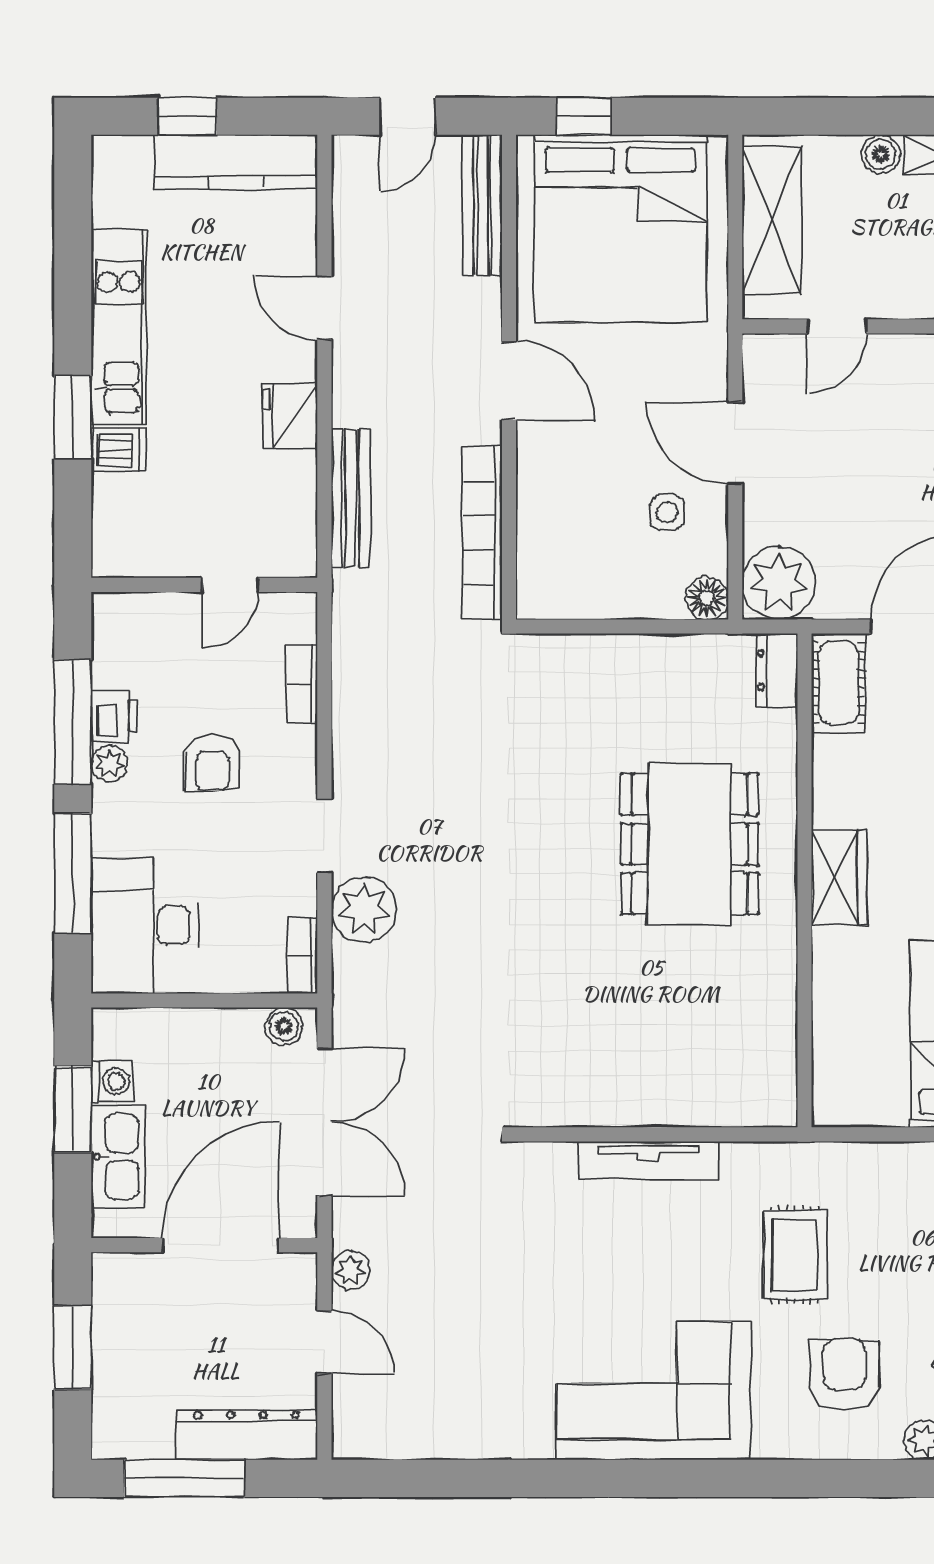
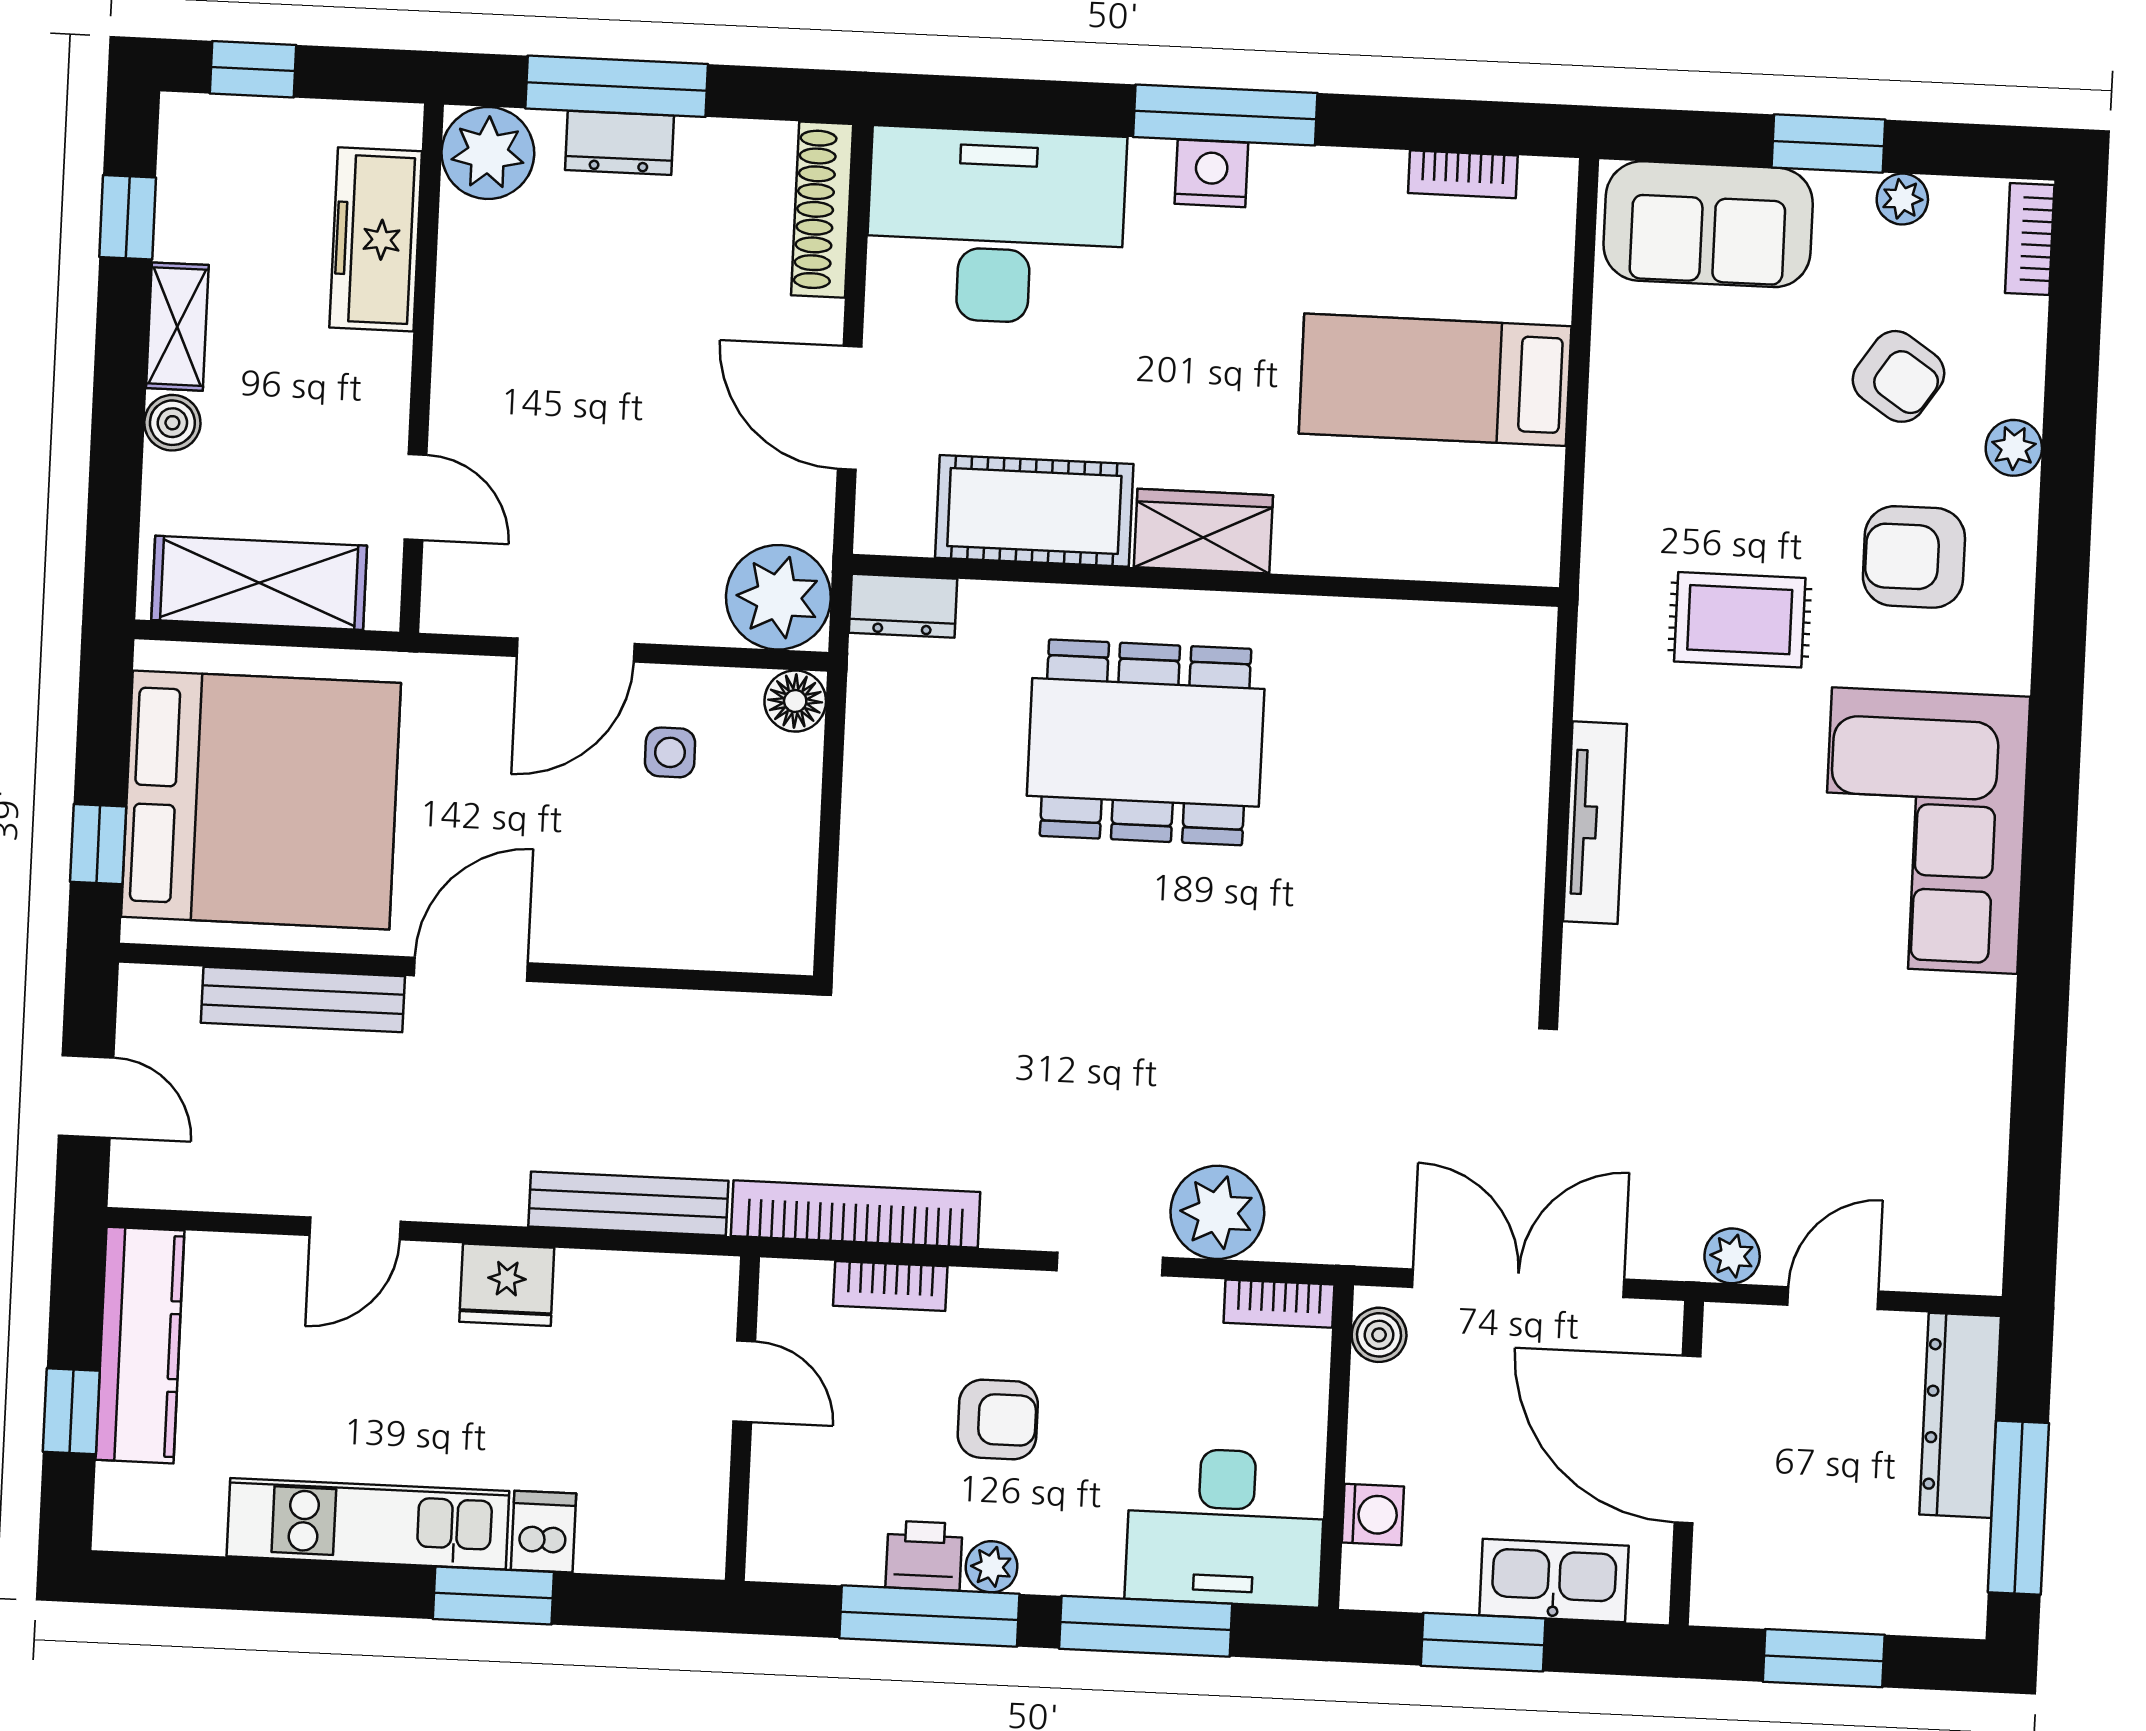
bench: (482, 205) -> (303, 999), moved
bookcase: (483, 533) -> (856, 1214), moved, turned 180
cot: (838, 683) -> (1034, 511), moved, width x1.37, depth x1.34
washing machine: (112, 1081) -> (1373, 1515), moved, turned 90

